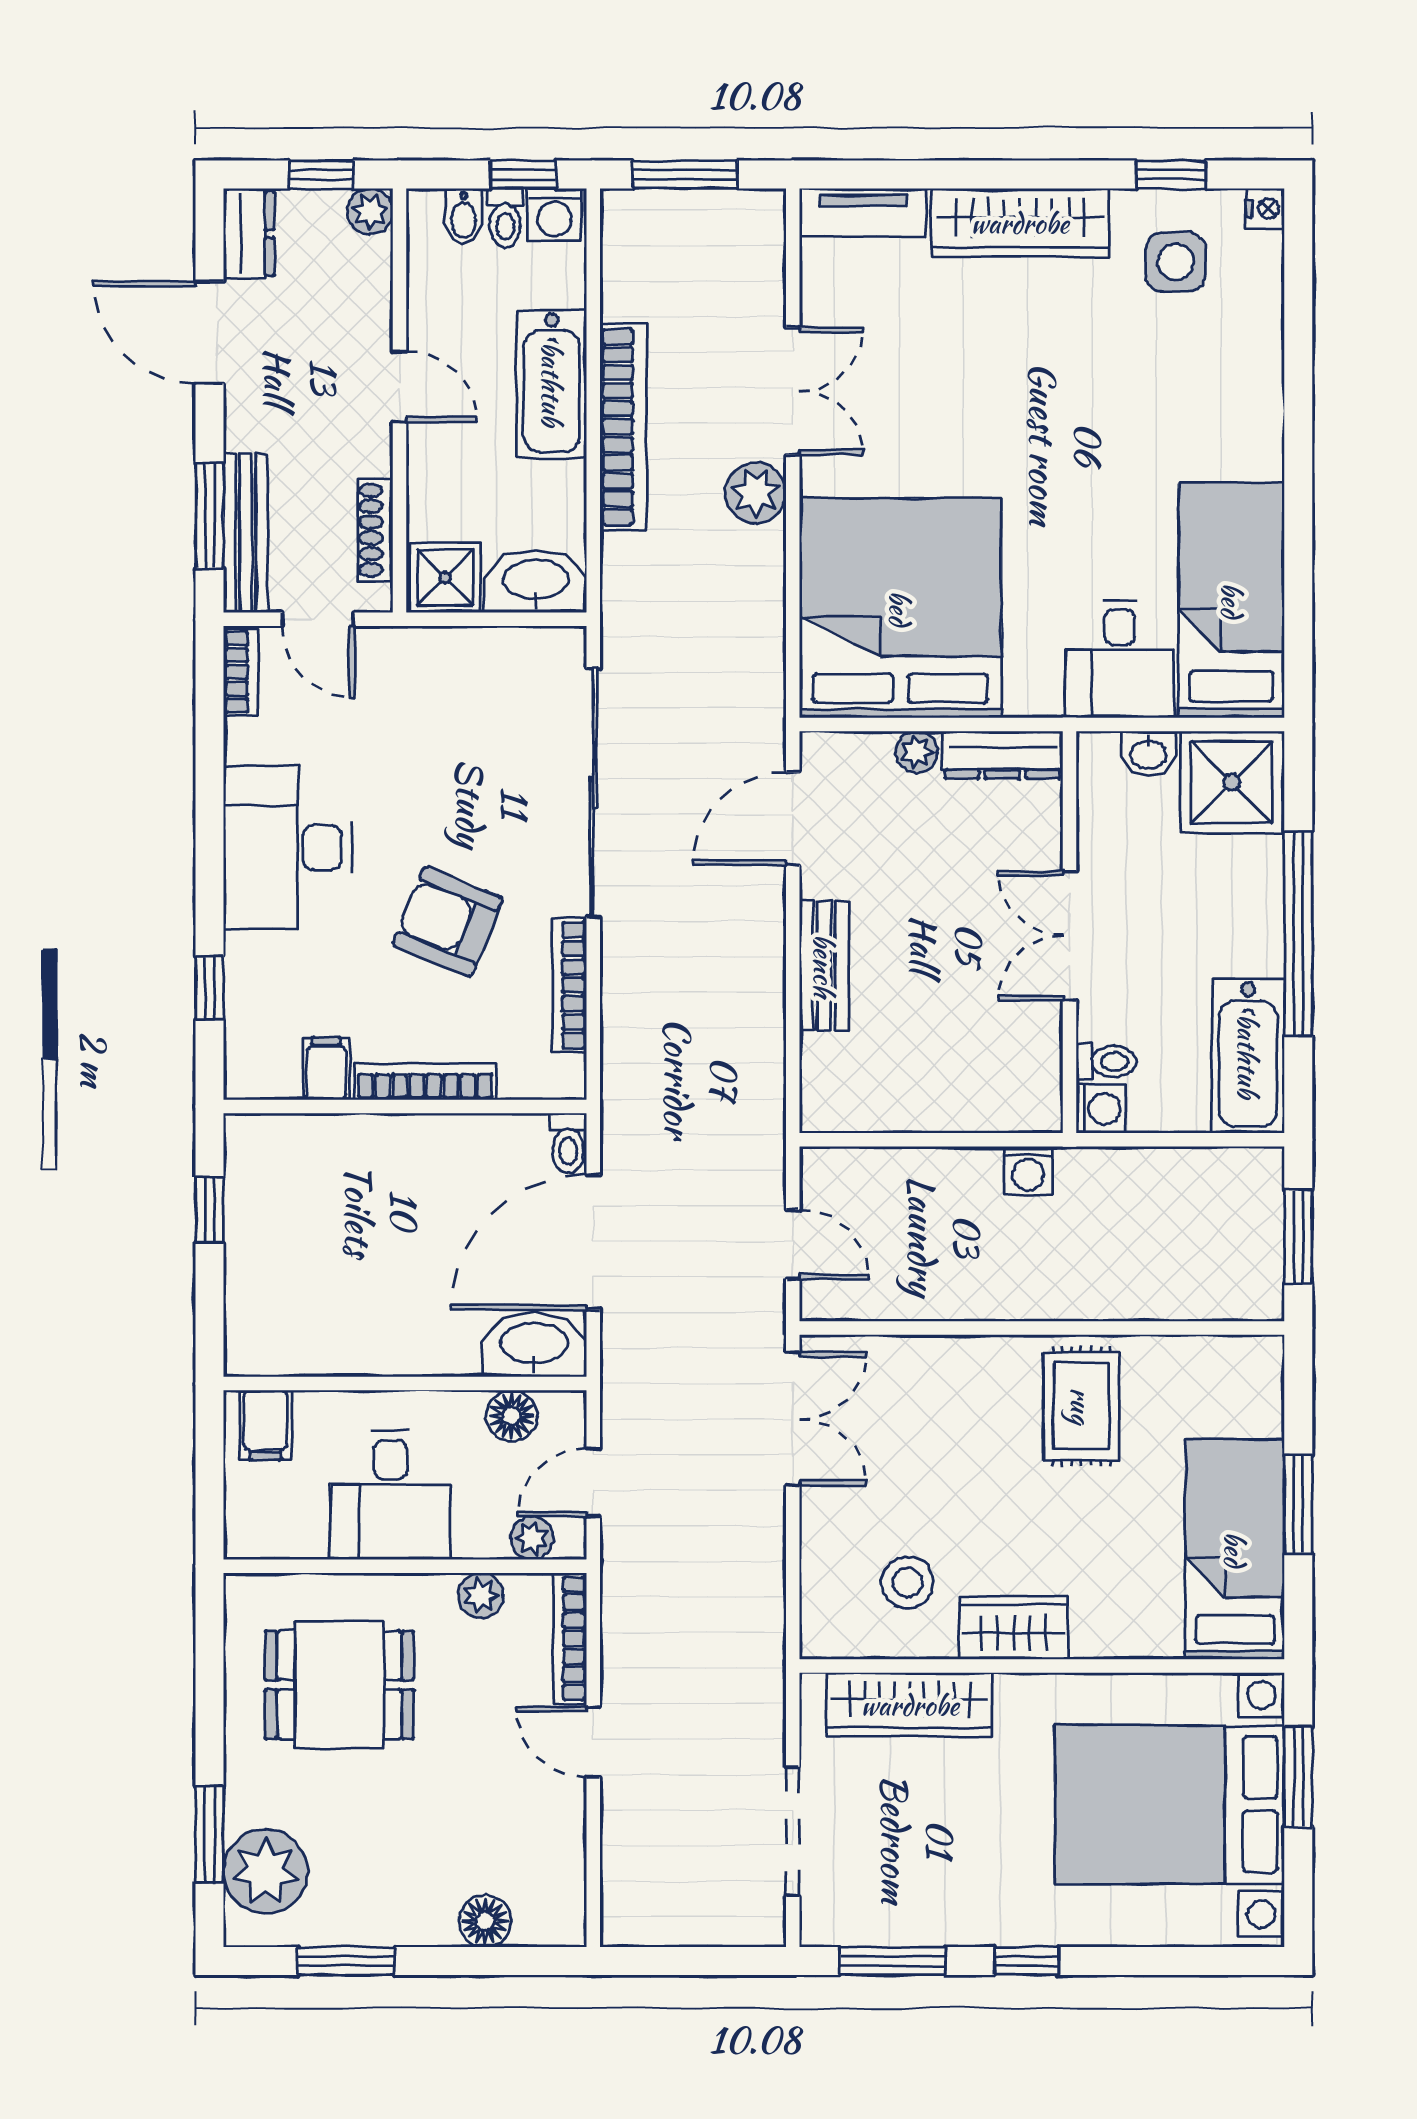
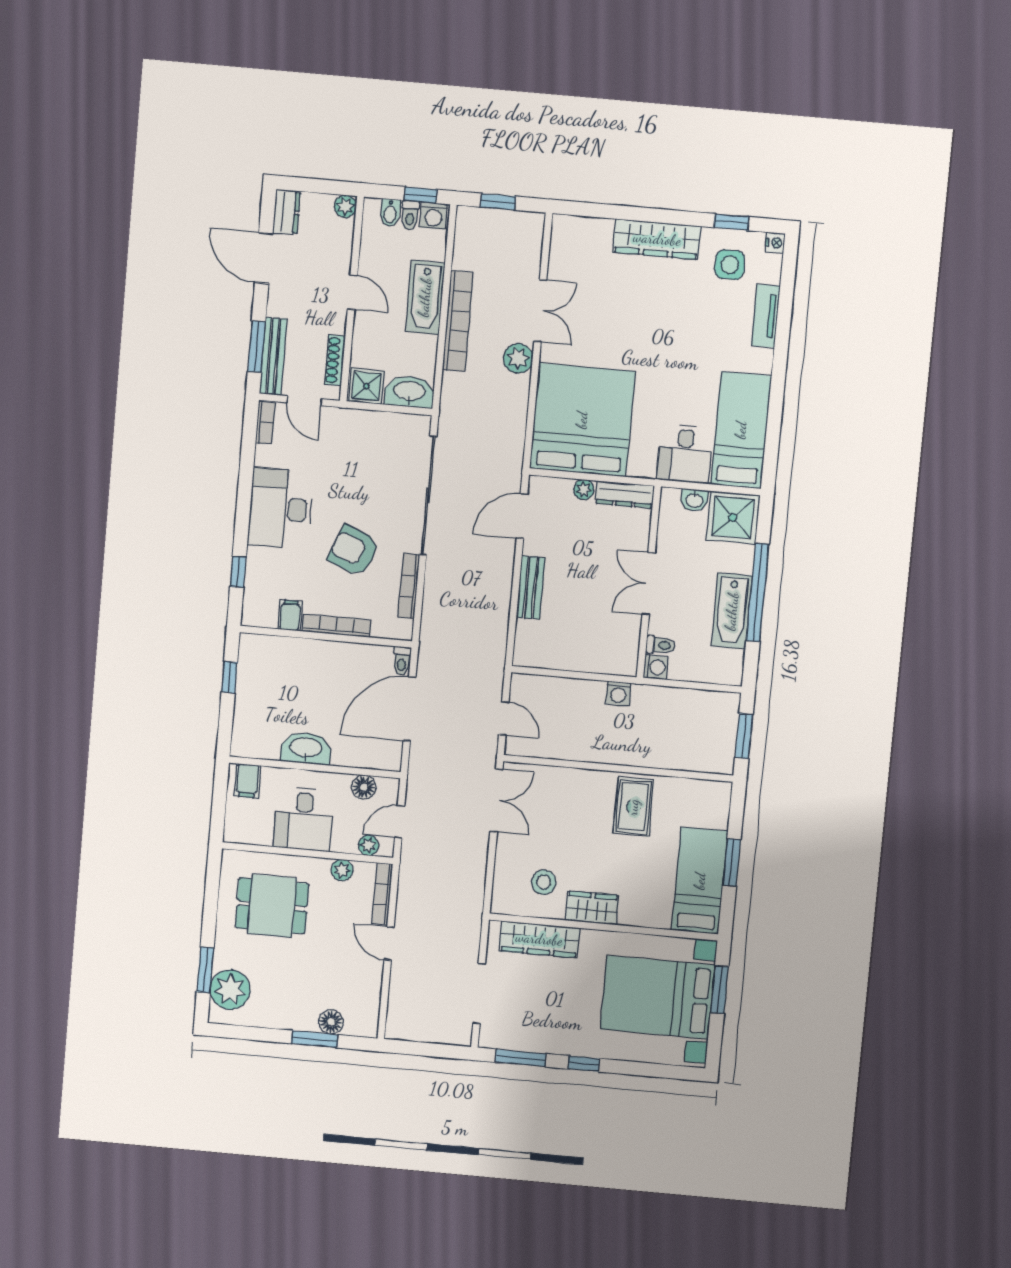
window: (321, 175) -> (324, 186), removed
window: (685, 175) -> (498, 202), width x0.67
tv unit: (863, 213) -> (766, 316), moved, turned 90
bathtub: (1248, 1056) -> (732, 611), moved
washbasin: (534, 1345) -> (306, 748), moved
window: (346, 1961) -> (315, 1039), moved

